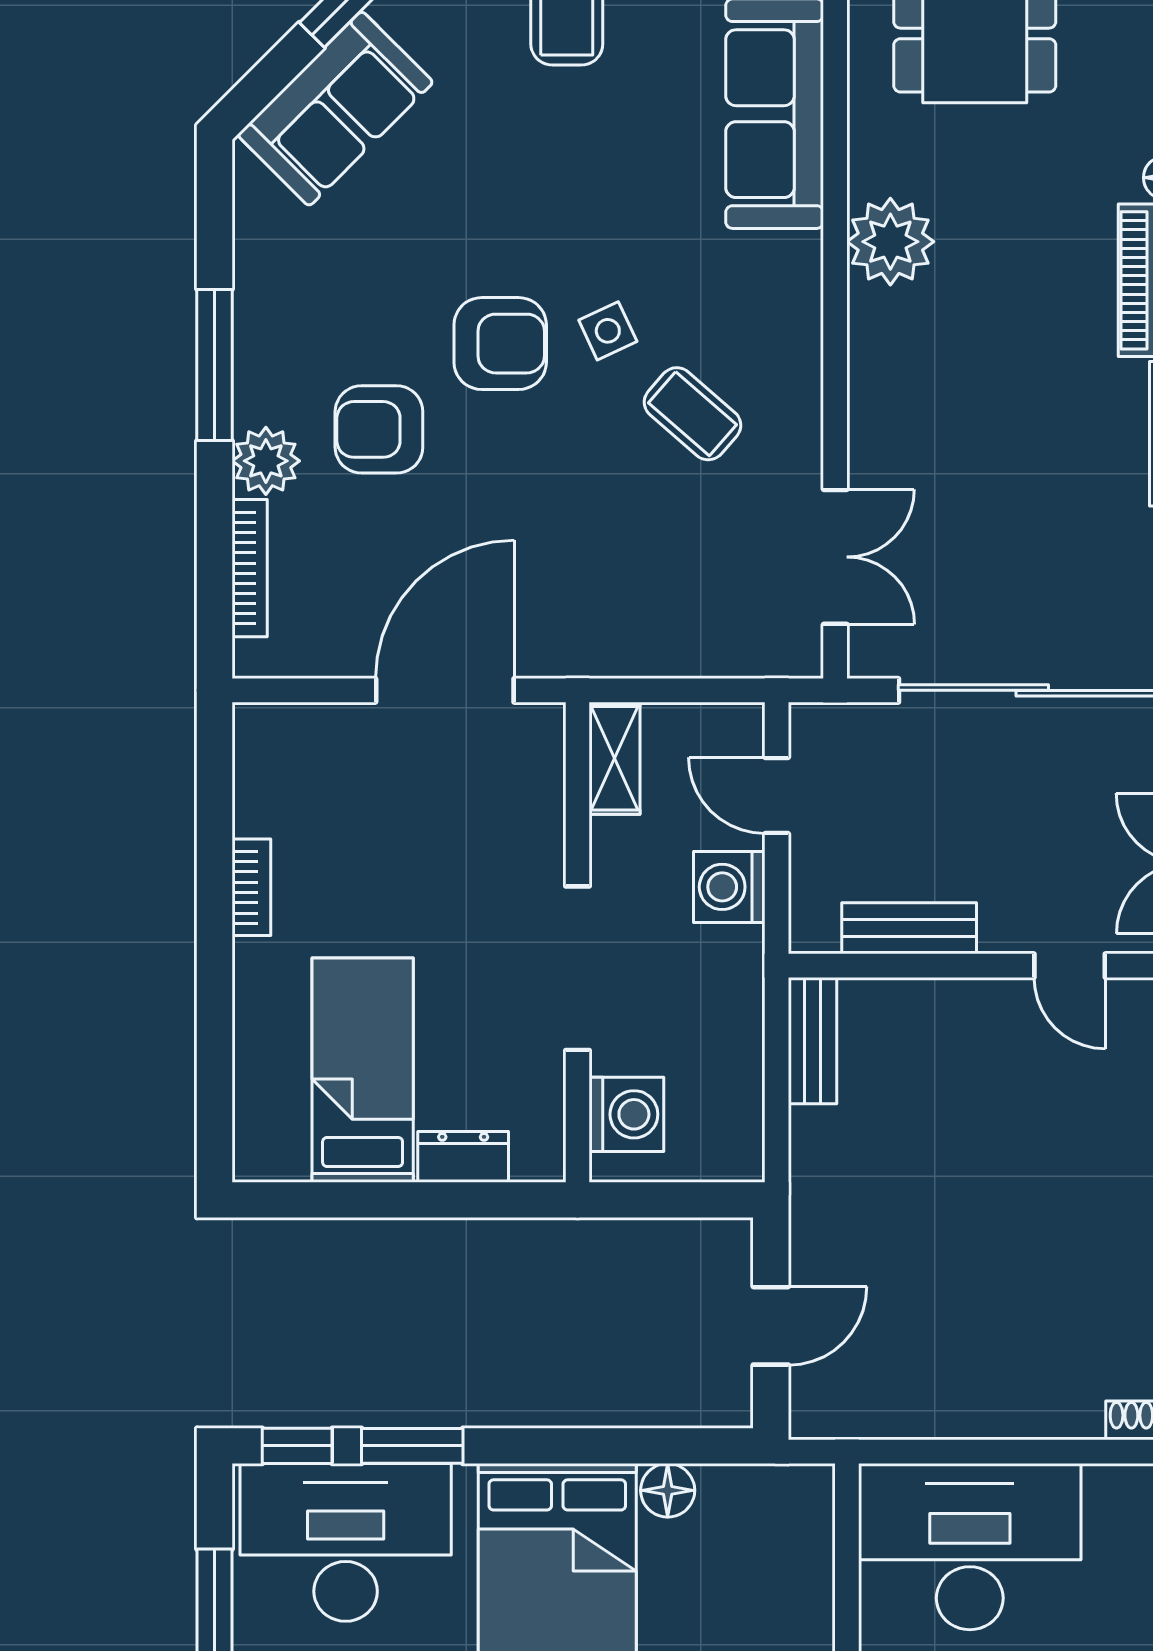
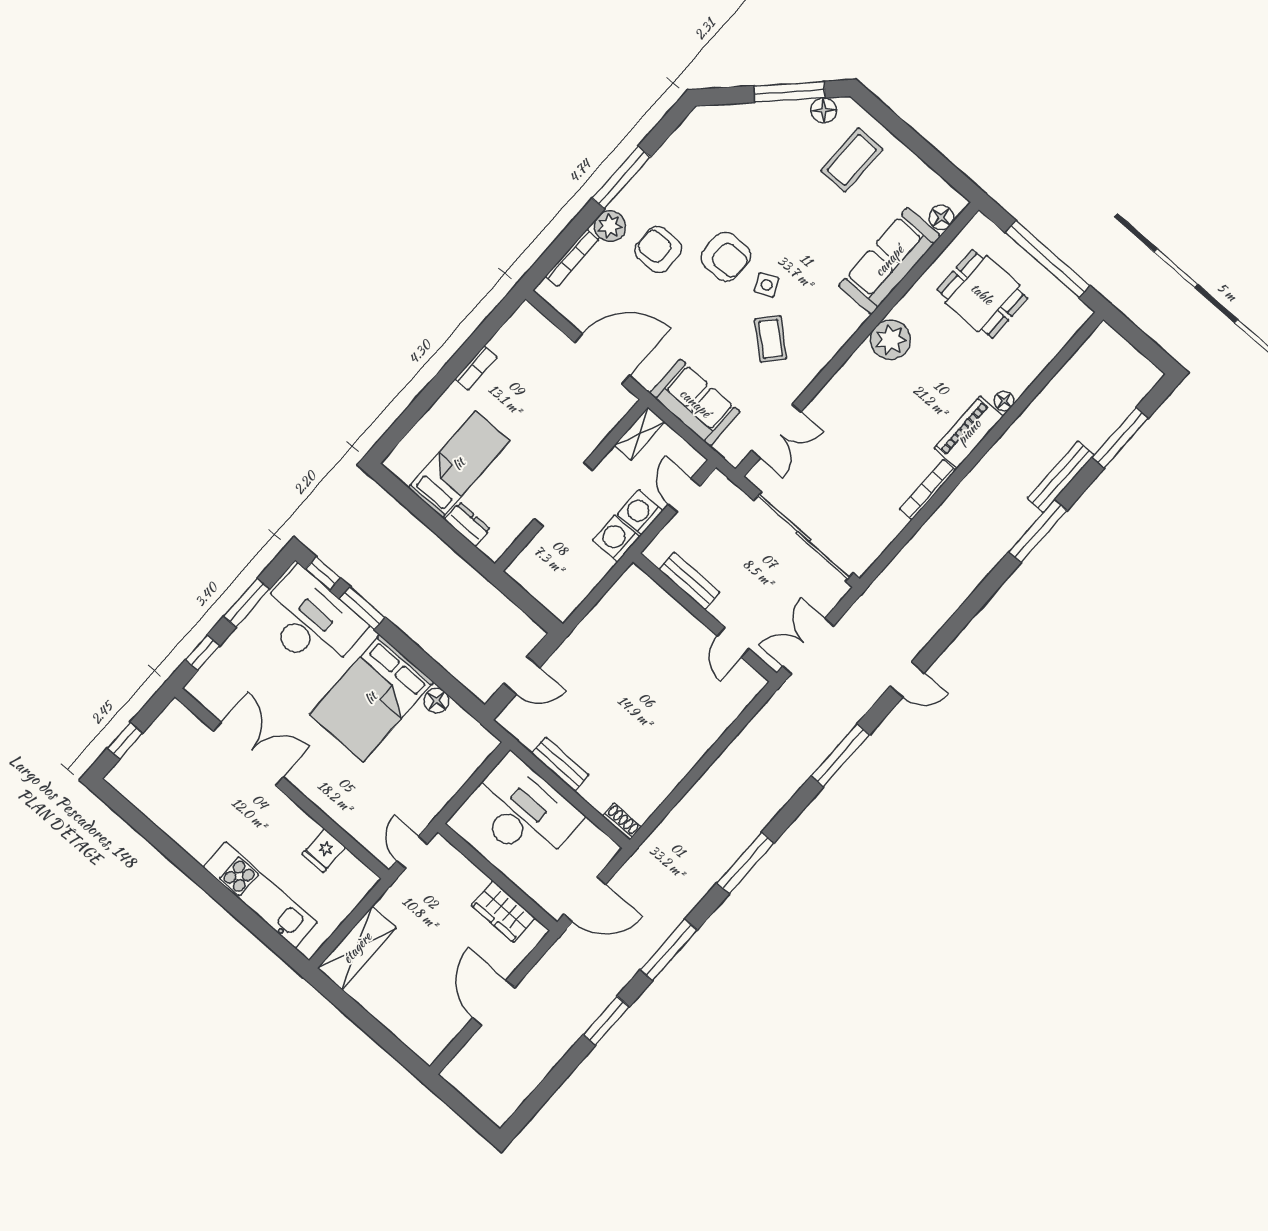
sofa: (335, 109) -> (695, 403), moved, turned -135
bench: (813, 1041) -> (560, 764), moved, turned 90
washing machine: (626, 1114) -> (616, 538), moved, turned 180

